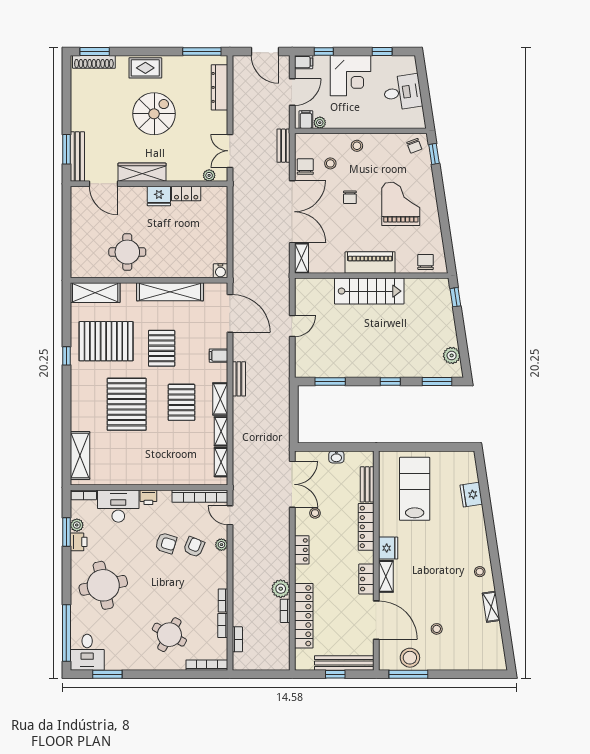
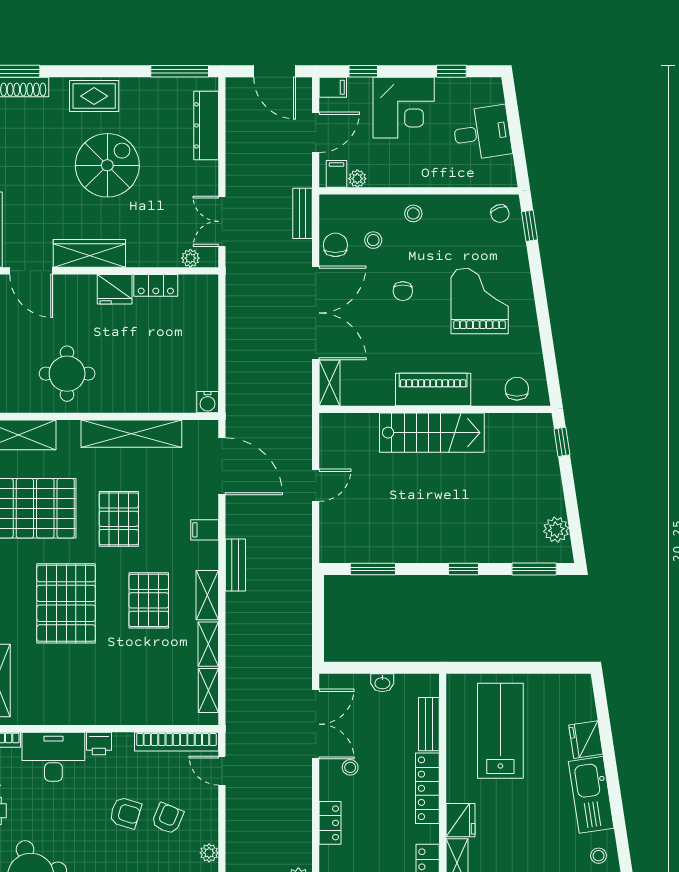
kitchen sink: (475, 531) -> (591, 795), added
plant: (221, 545) -> (209, 853), moved

